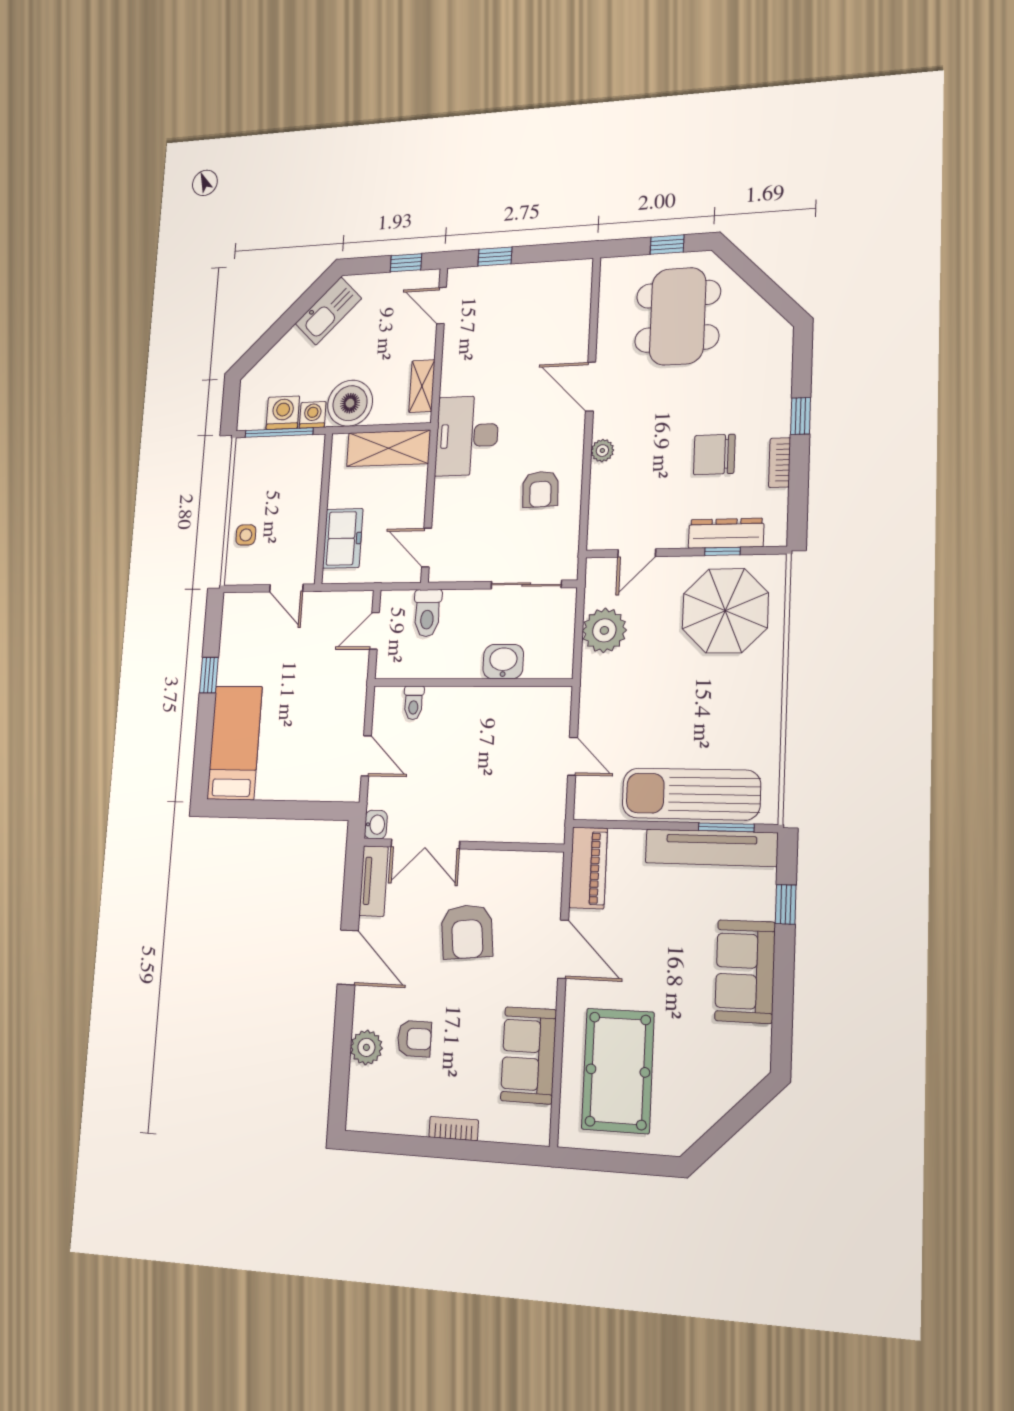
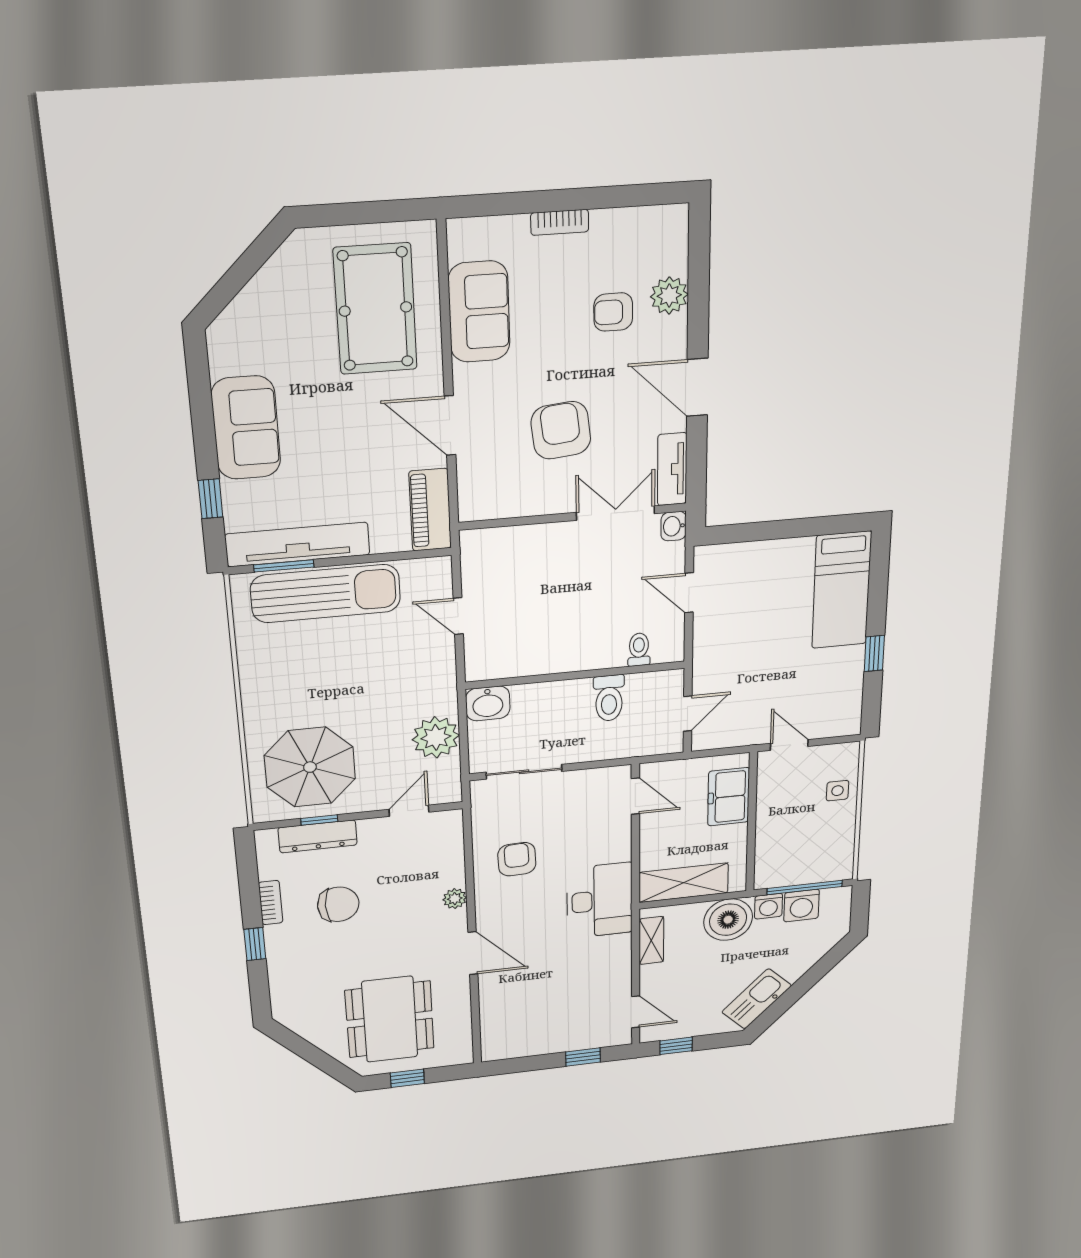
toilet: (427, 613) -> (609, 698), moved, turned 180
washbasin: (503, 662) -> (488, 703), moved

